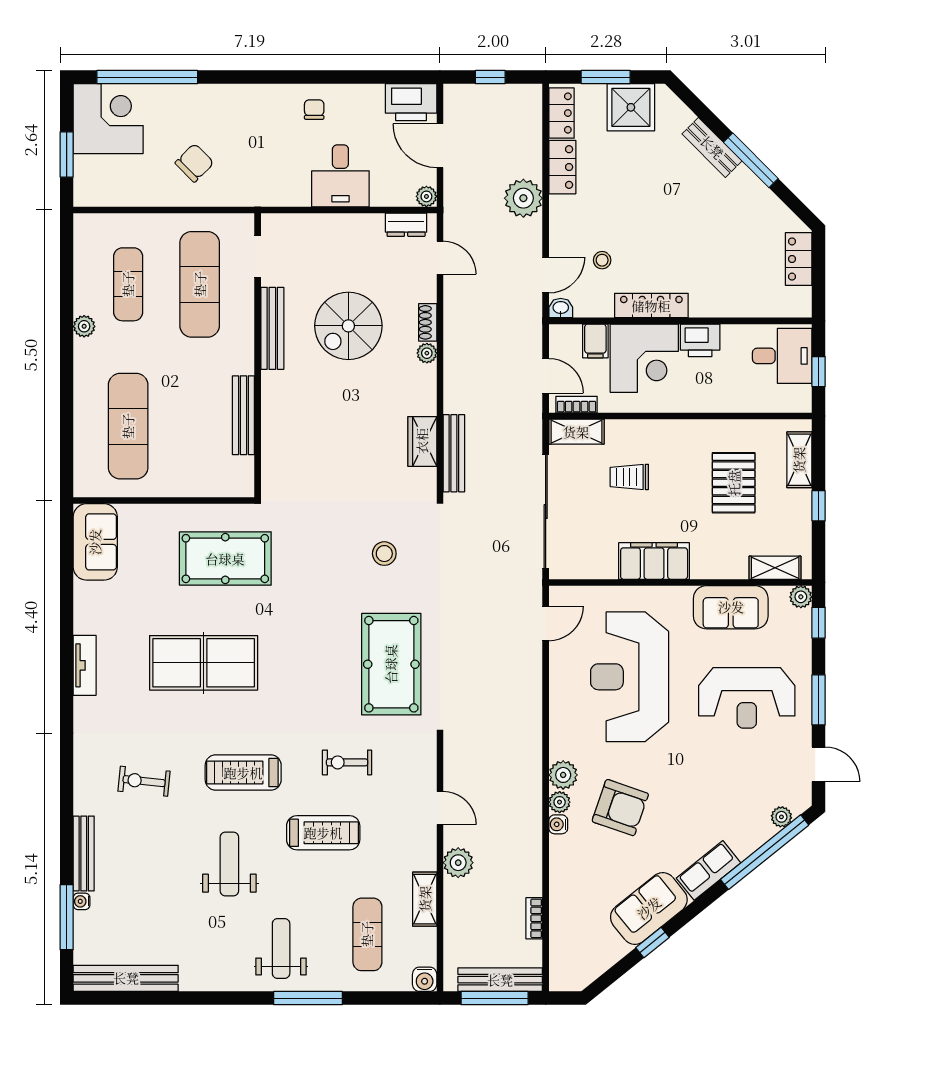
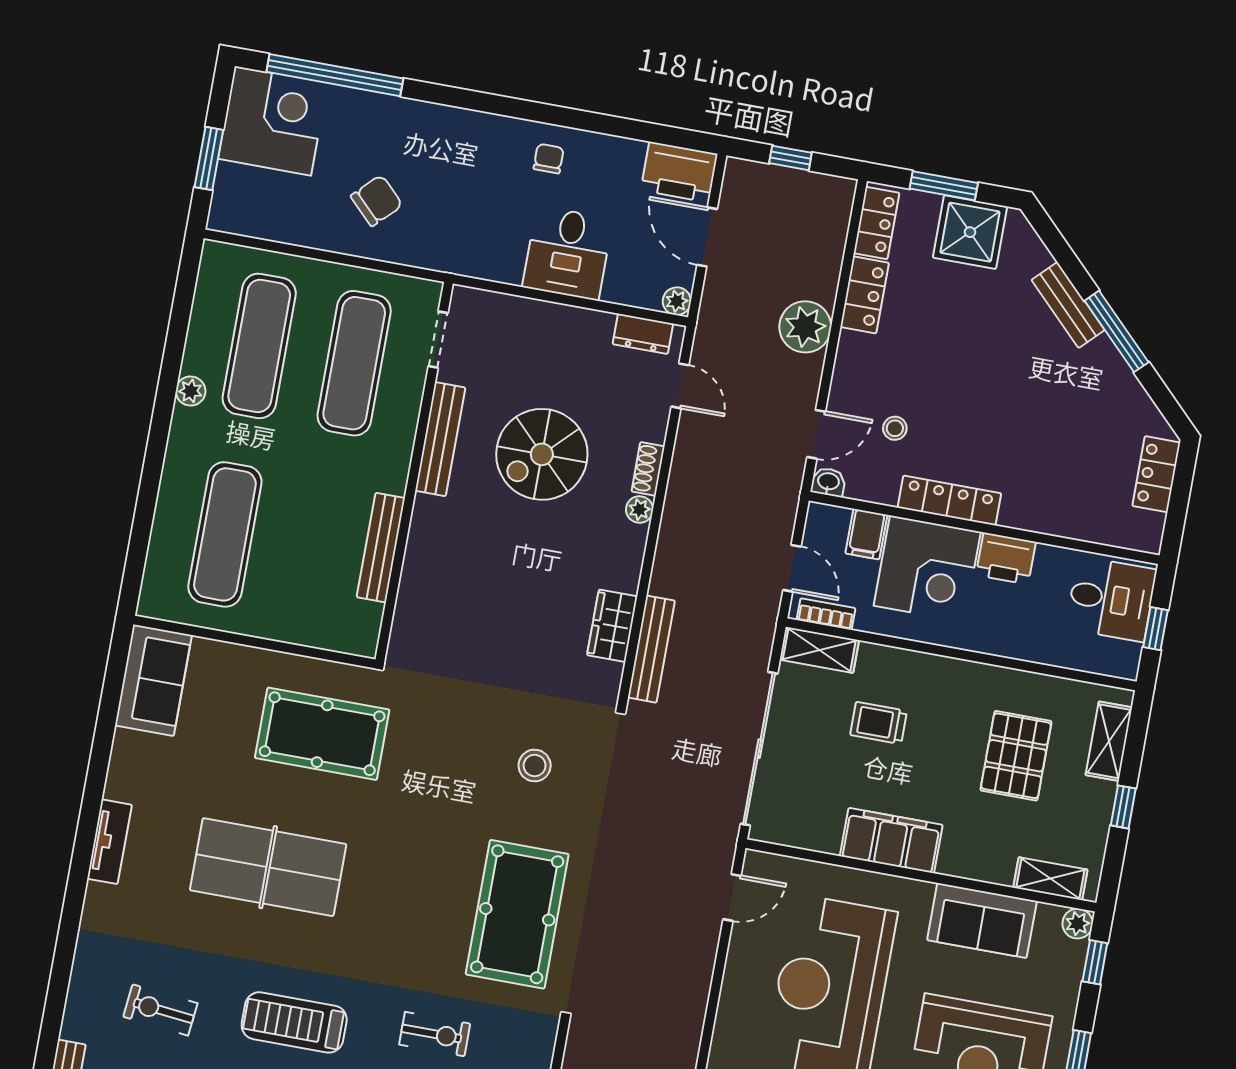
exercise mat: (128, 284) -> (259, 346), width x1.36, depth x1.45
exercise bike: (347, 762) -> (435, 1034), turned 180

